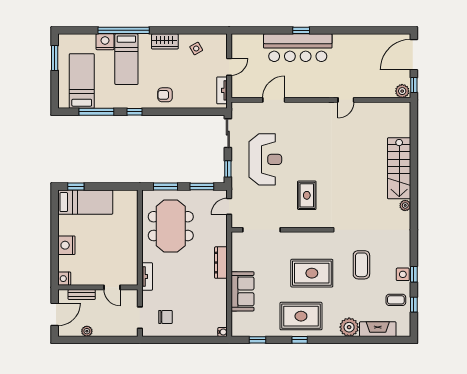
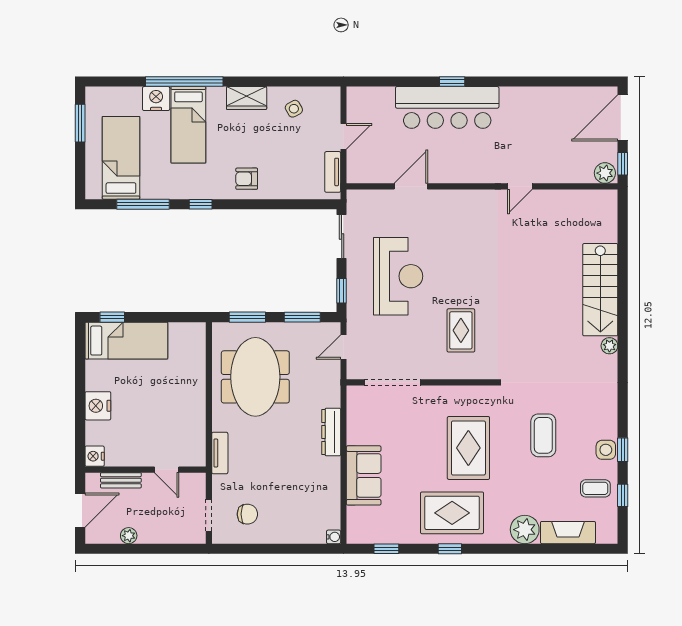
rug: (312, 273) -> (468, 448), turned 90

